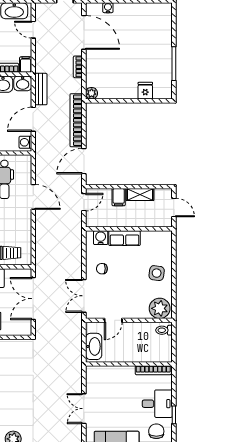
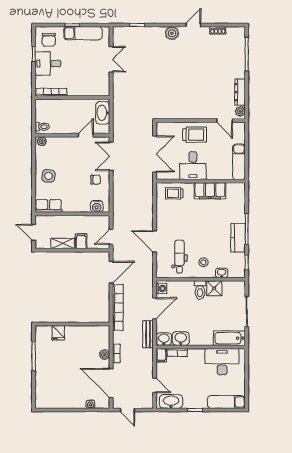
plant: (92, 93) -> (105, 354), moved
row of seats: (125, 238) -> (49, 206), moved
double door: (84, 296) -> (111, 156), swing flipped
plant: (160, 308) -> (42, 141), width x0.53, depth x0.53

